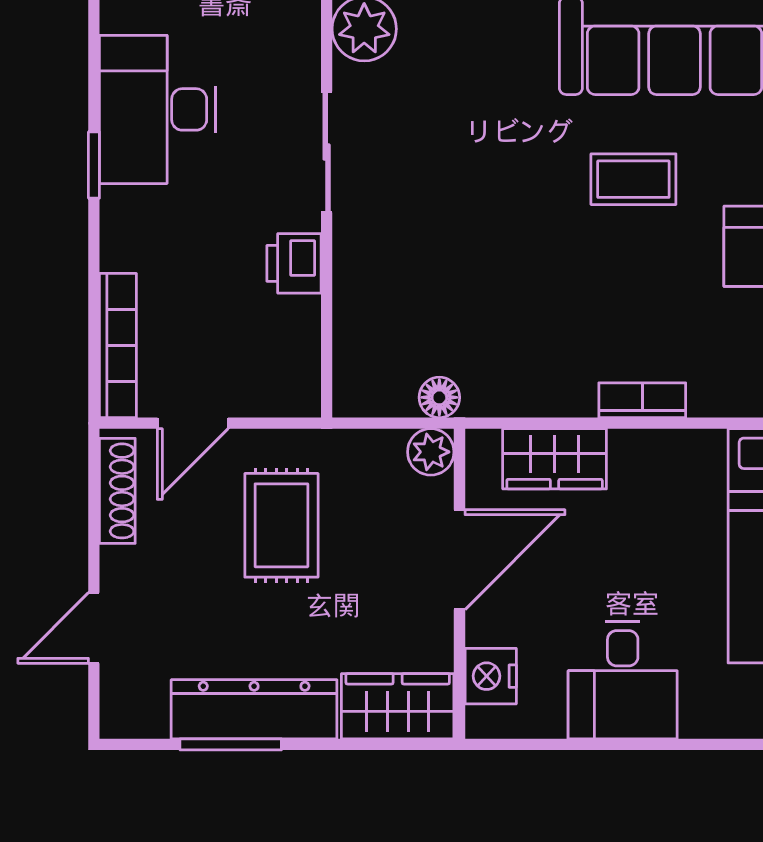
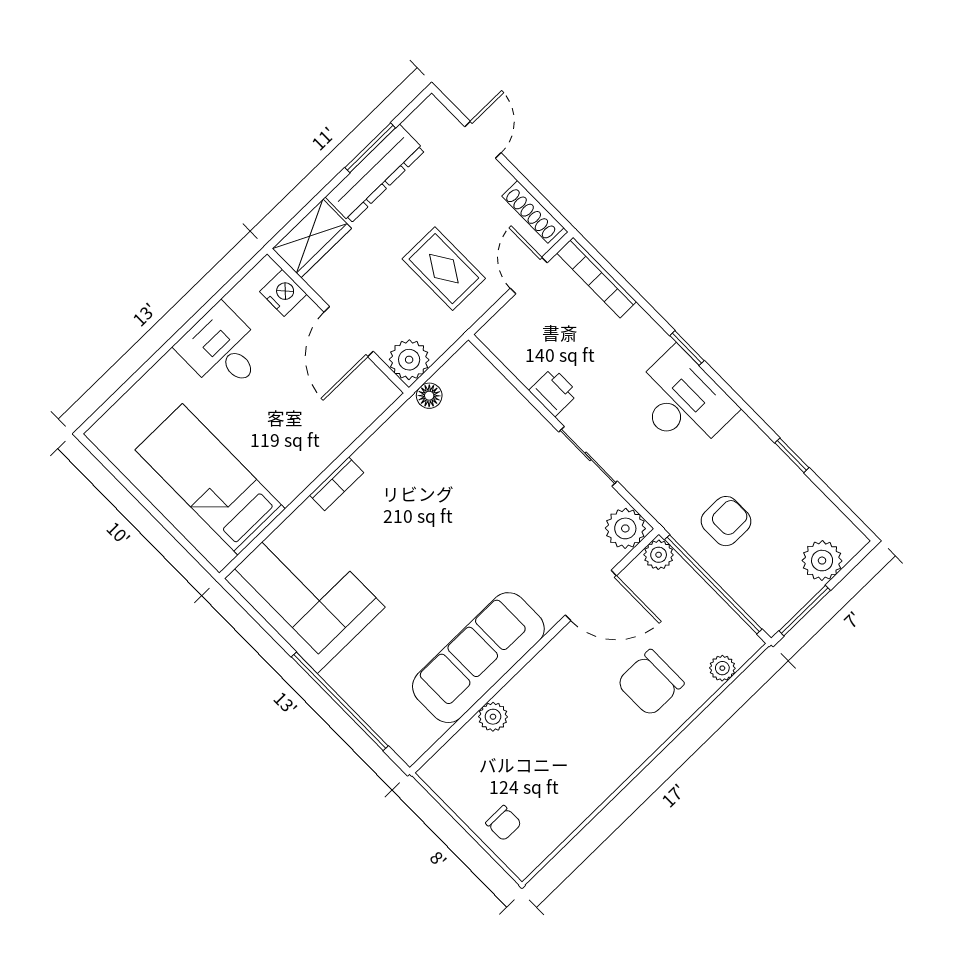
coffee table: (633, 179) -> (438, 579), removed
plant: (431, 452) -> (409, 360), width x1.38, depth x1.38
wardrobe: (555, 459) -> (350, 419), removed

